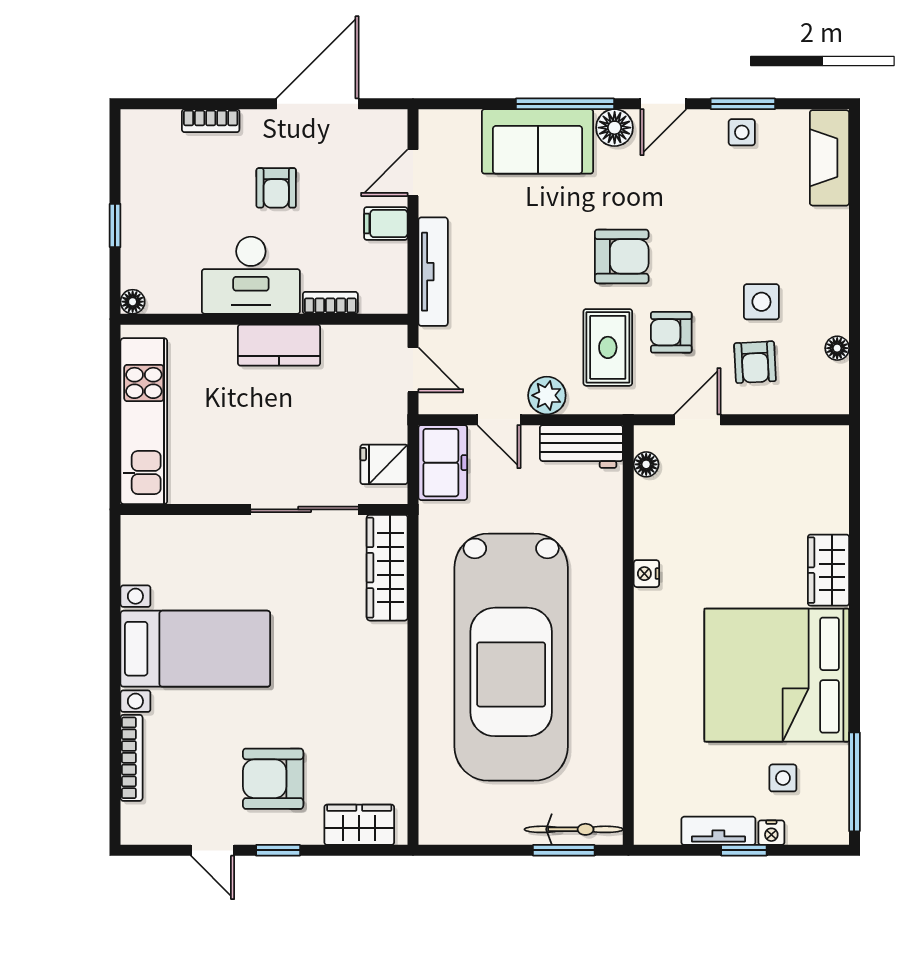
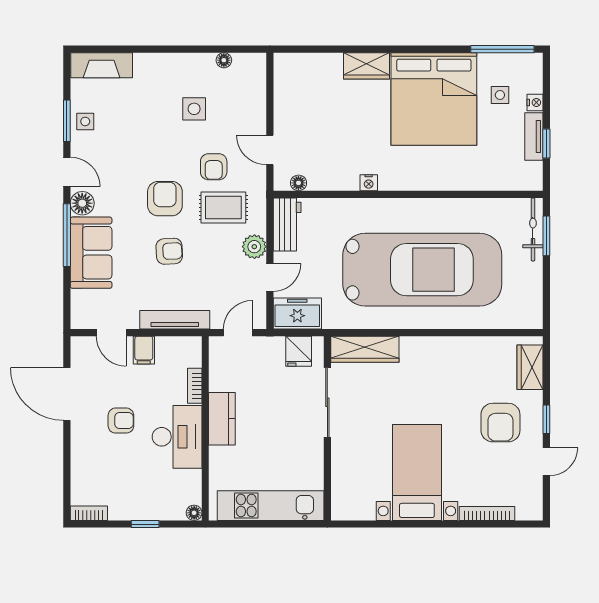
bookcase: (211, 121) -> (89, 513), moved, turned -90
armchair: (755, 362) -> (169, 251), moved
window: (744, 850) -> (546, 143), moved

